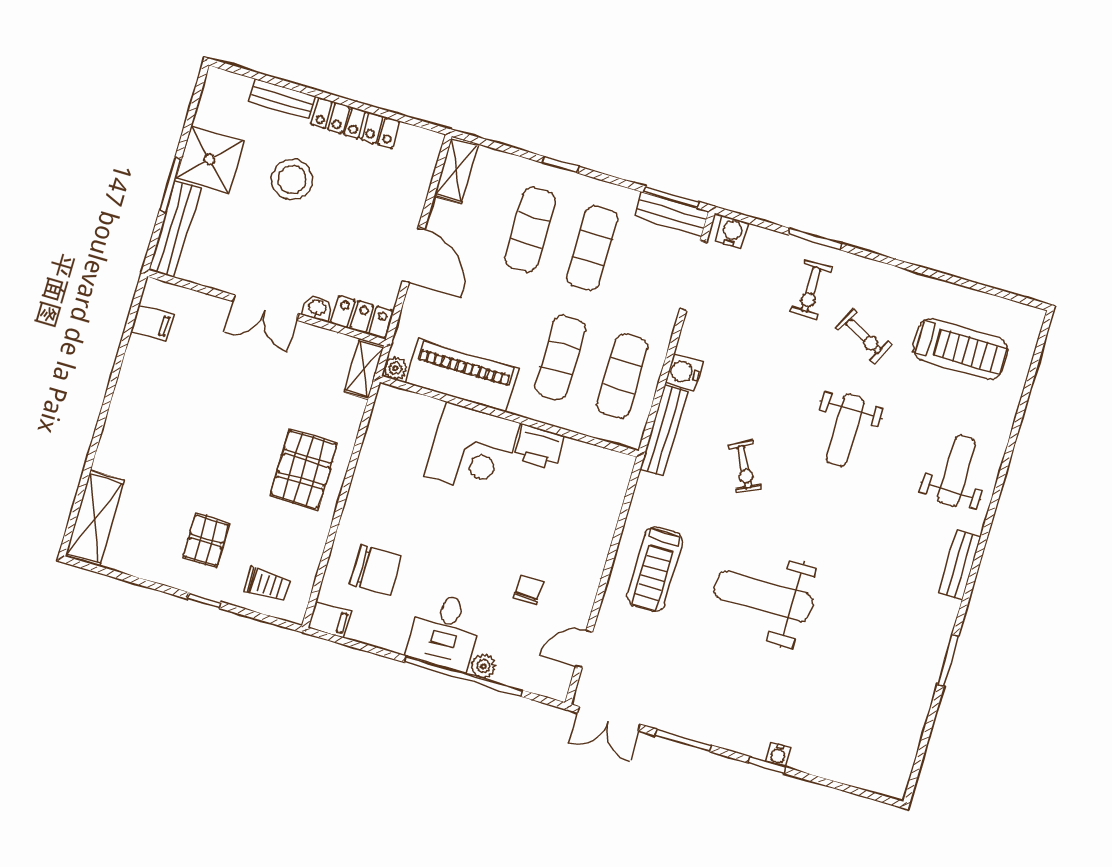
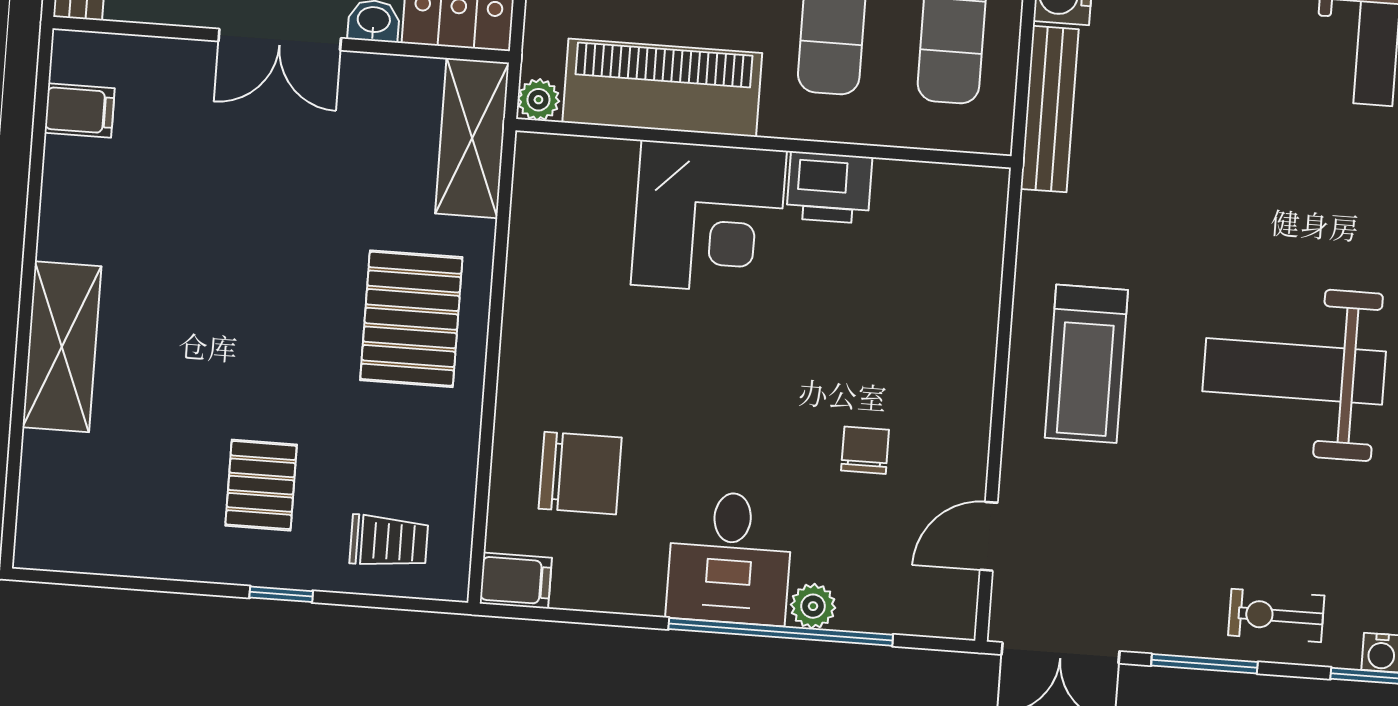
shelving: (364, 369) -> (472, 138), width x1.50, depth x1.33
exercise bike: (745, 467) -> (1276, 615), moved, turned 116
shelving: (95, 518) -> (62, 347), moved

